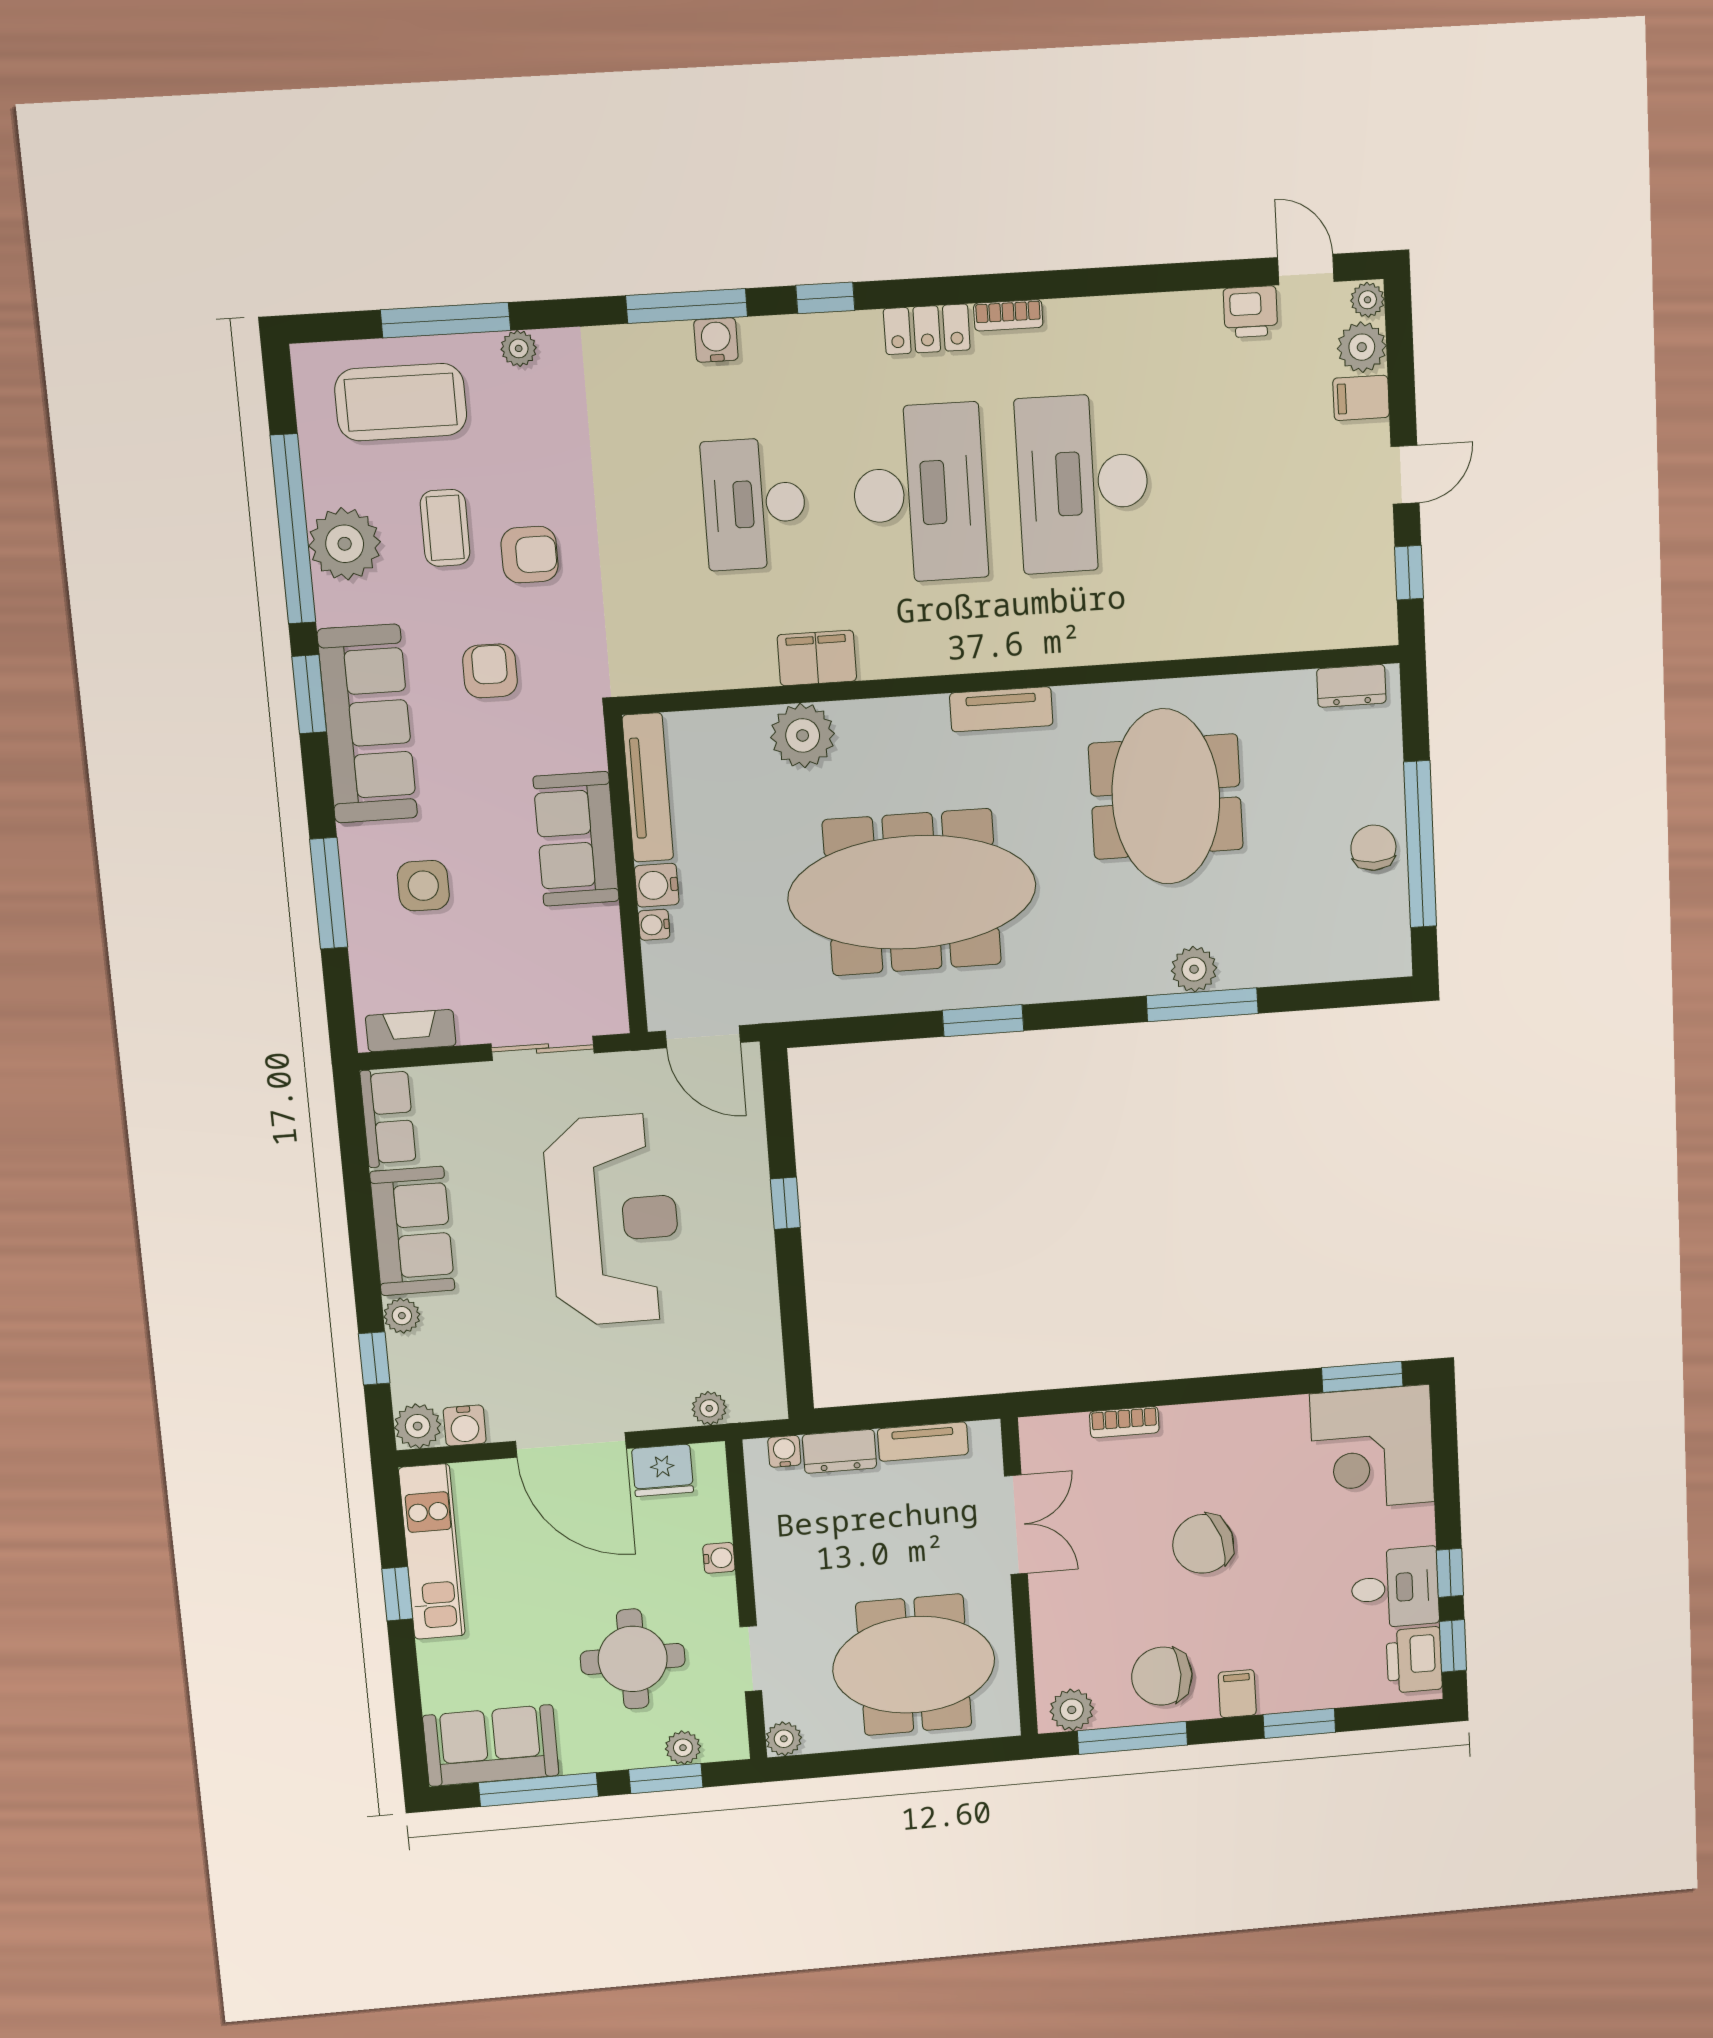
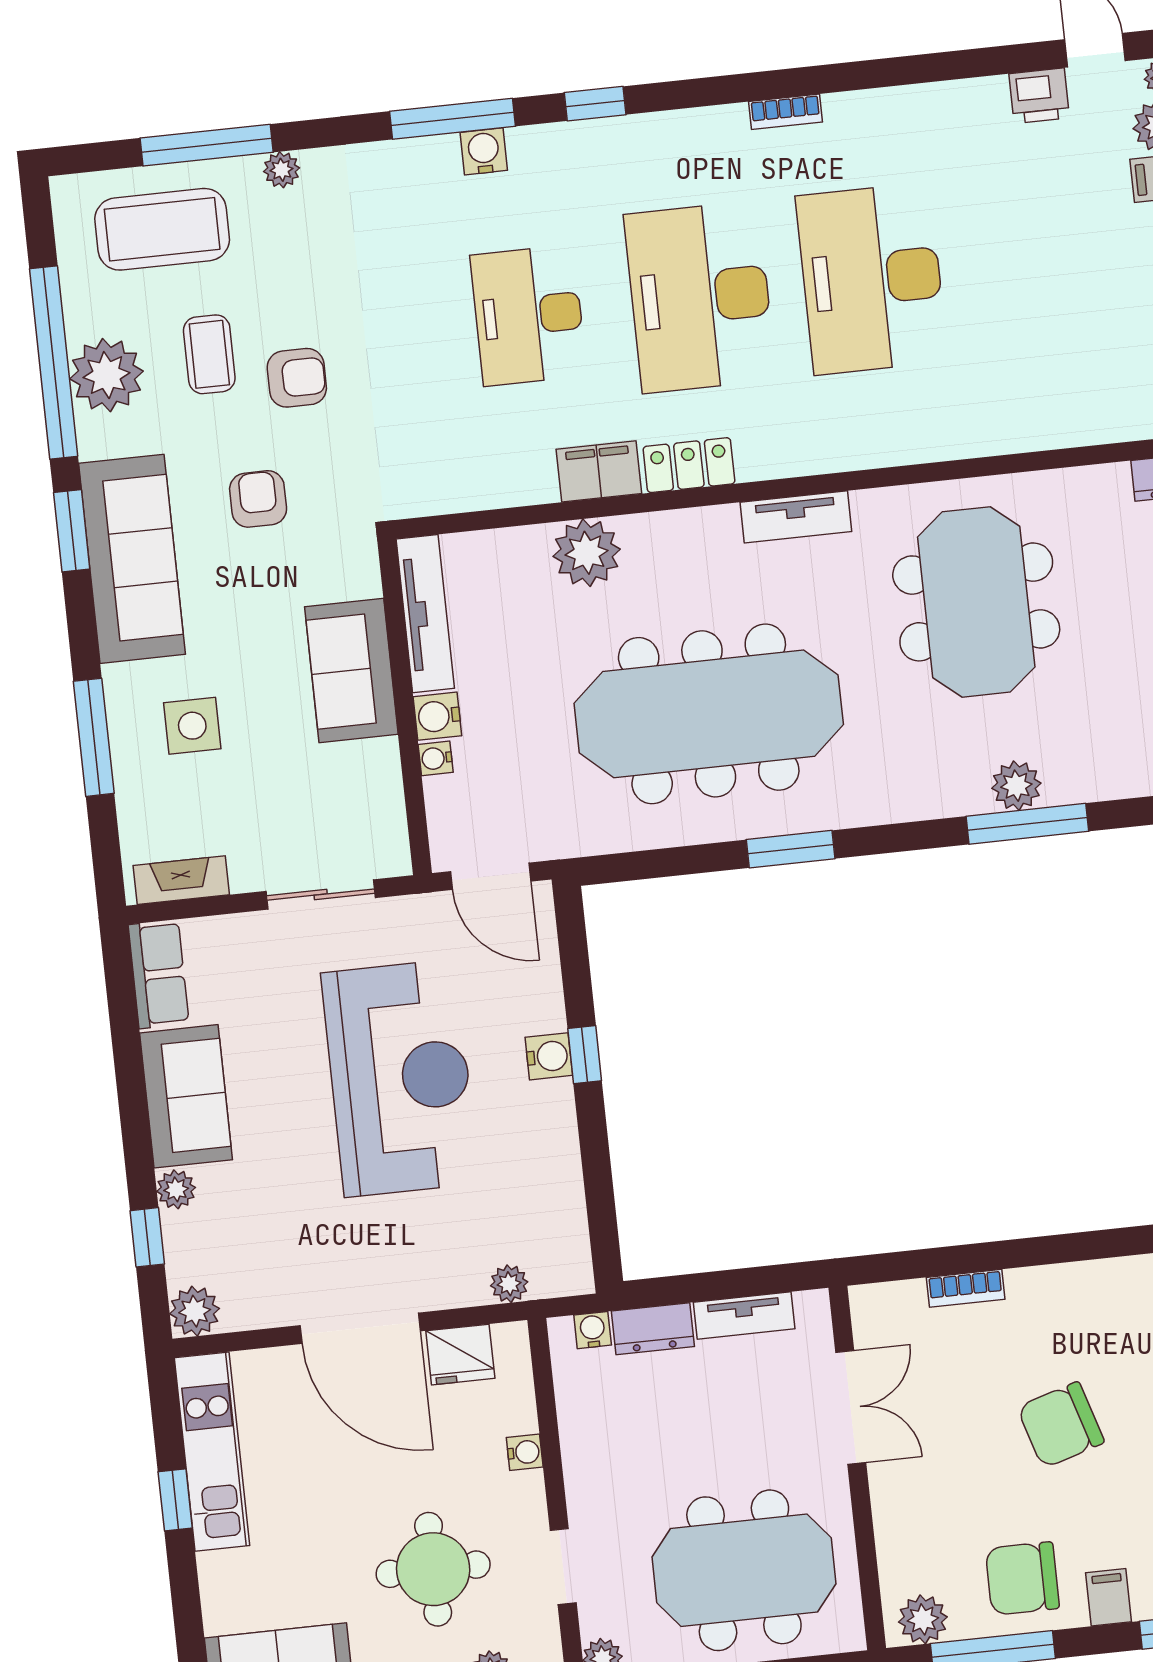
locker: (927, 329) -> (689, 465), moved, turned 180
desk: (919, 493) -> (700, 297), turned 180
water cooler: (465, 1426) -> (549, 1056), moved, turned -90

